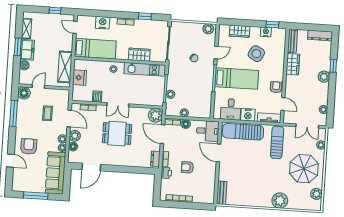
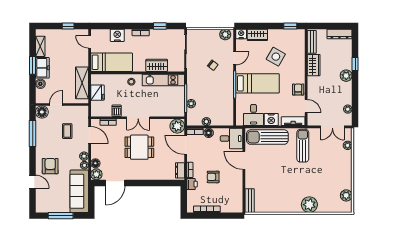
nightstand: (266, 32) -> (241, 34), moved
plant: (75, 136) -> (96, 174), moved
parasol: (304, 169) -> (332, 171), removed

